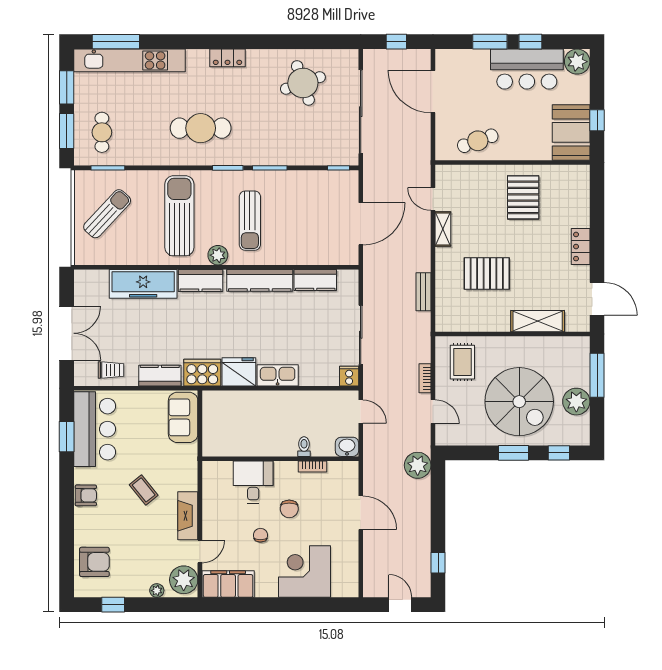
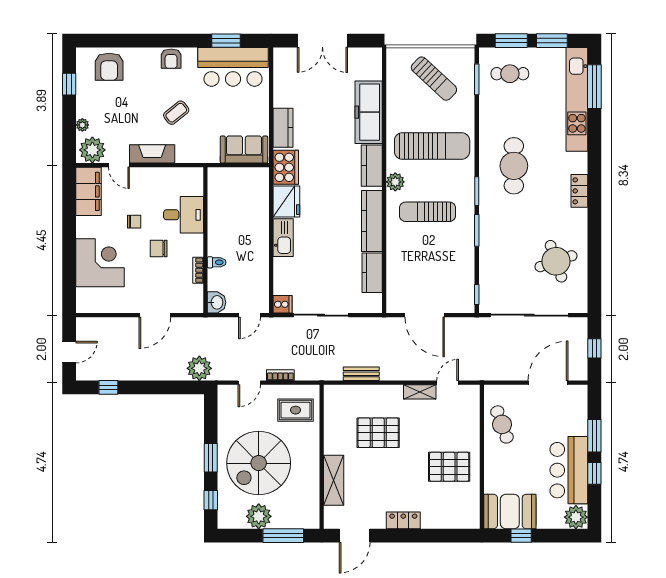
pallet: (487, 274) -> (378, 433), turned 90
trolley: (111, 370) -> (288, 82), removed

